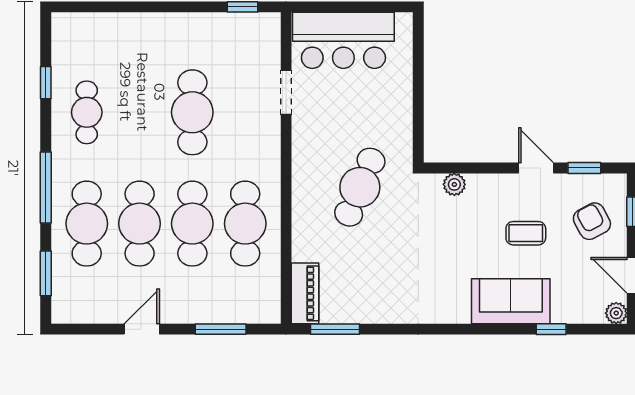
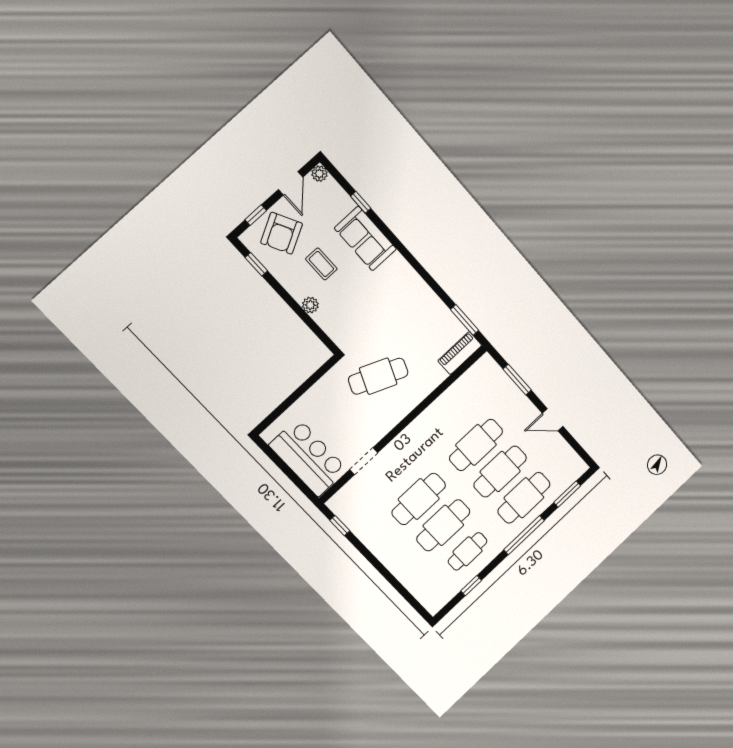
door: (536, 168) -> (281, 291), removed
plant: (454, 184) -> (310, 305), moved
armchair: (592, 221) -> (282, 233), width x1.38, depth x1.38
cafe table: (245, 224) -> (443, 525), moved

